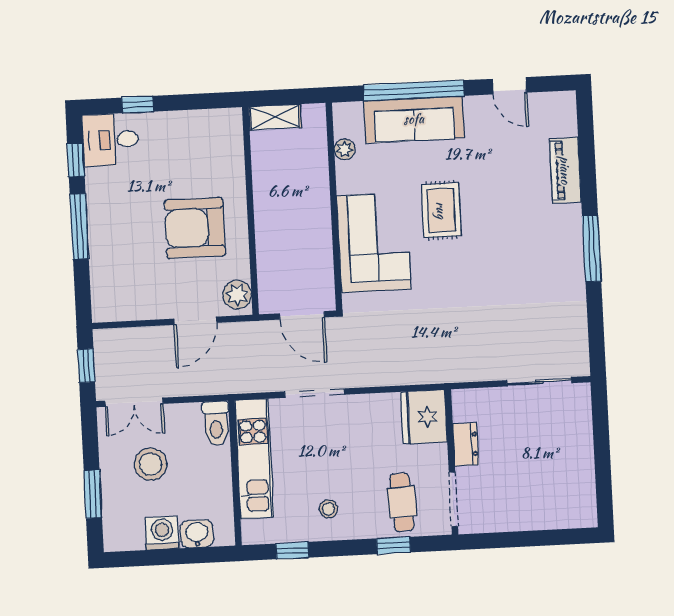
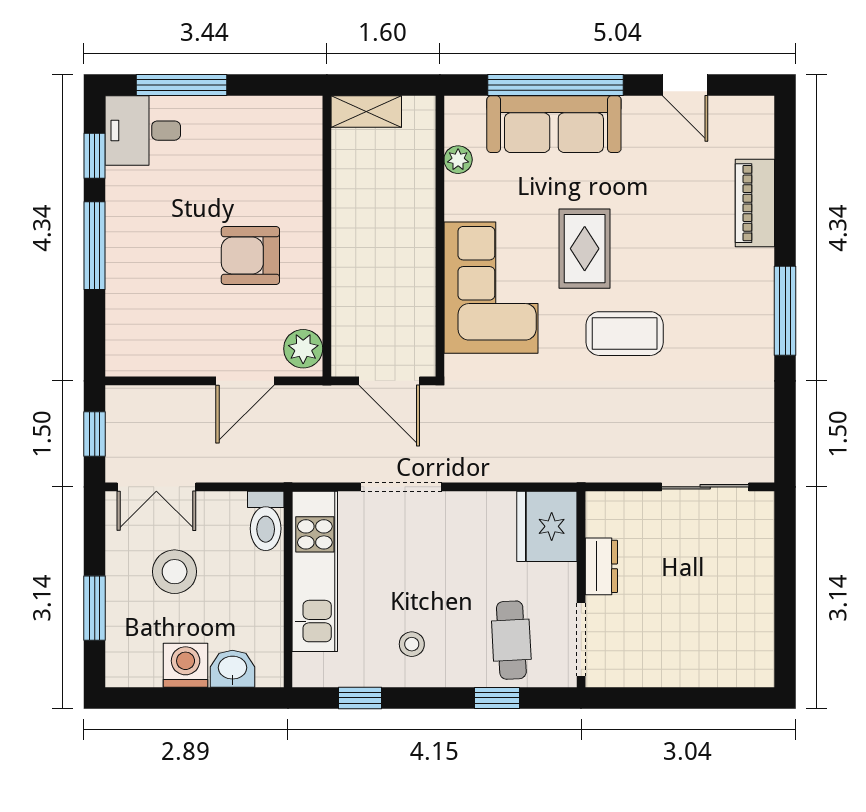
window: (138, 105) -> (182, 85), width x2.17
armchair: (195, 228) -> (250, 255), width x0.73, depth x0.73
coffee table: (474, 272) -> (625, 334), added

